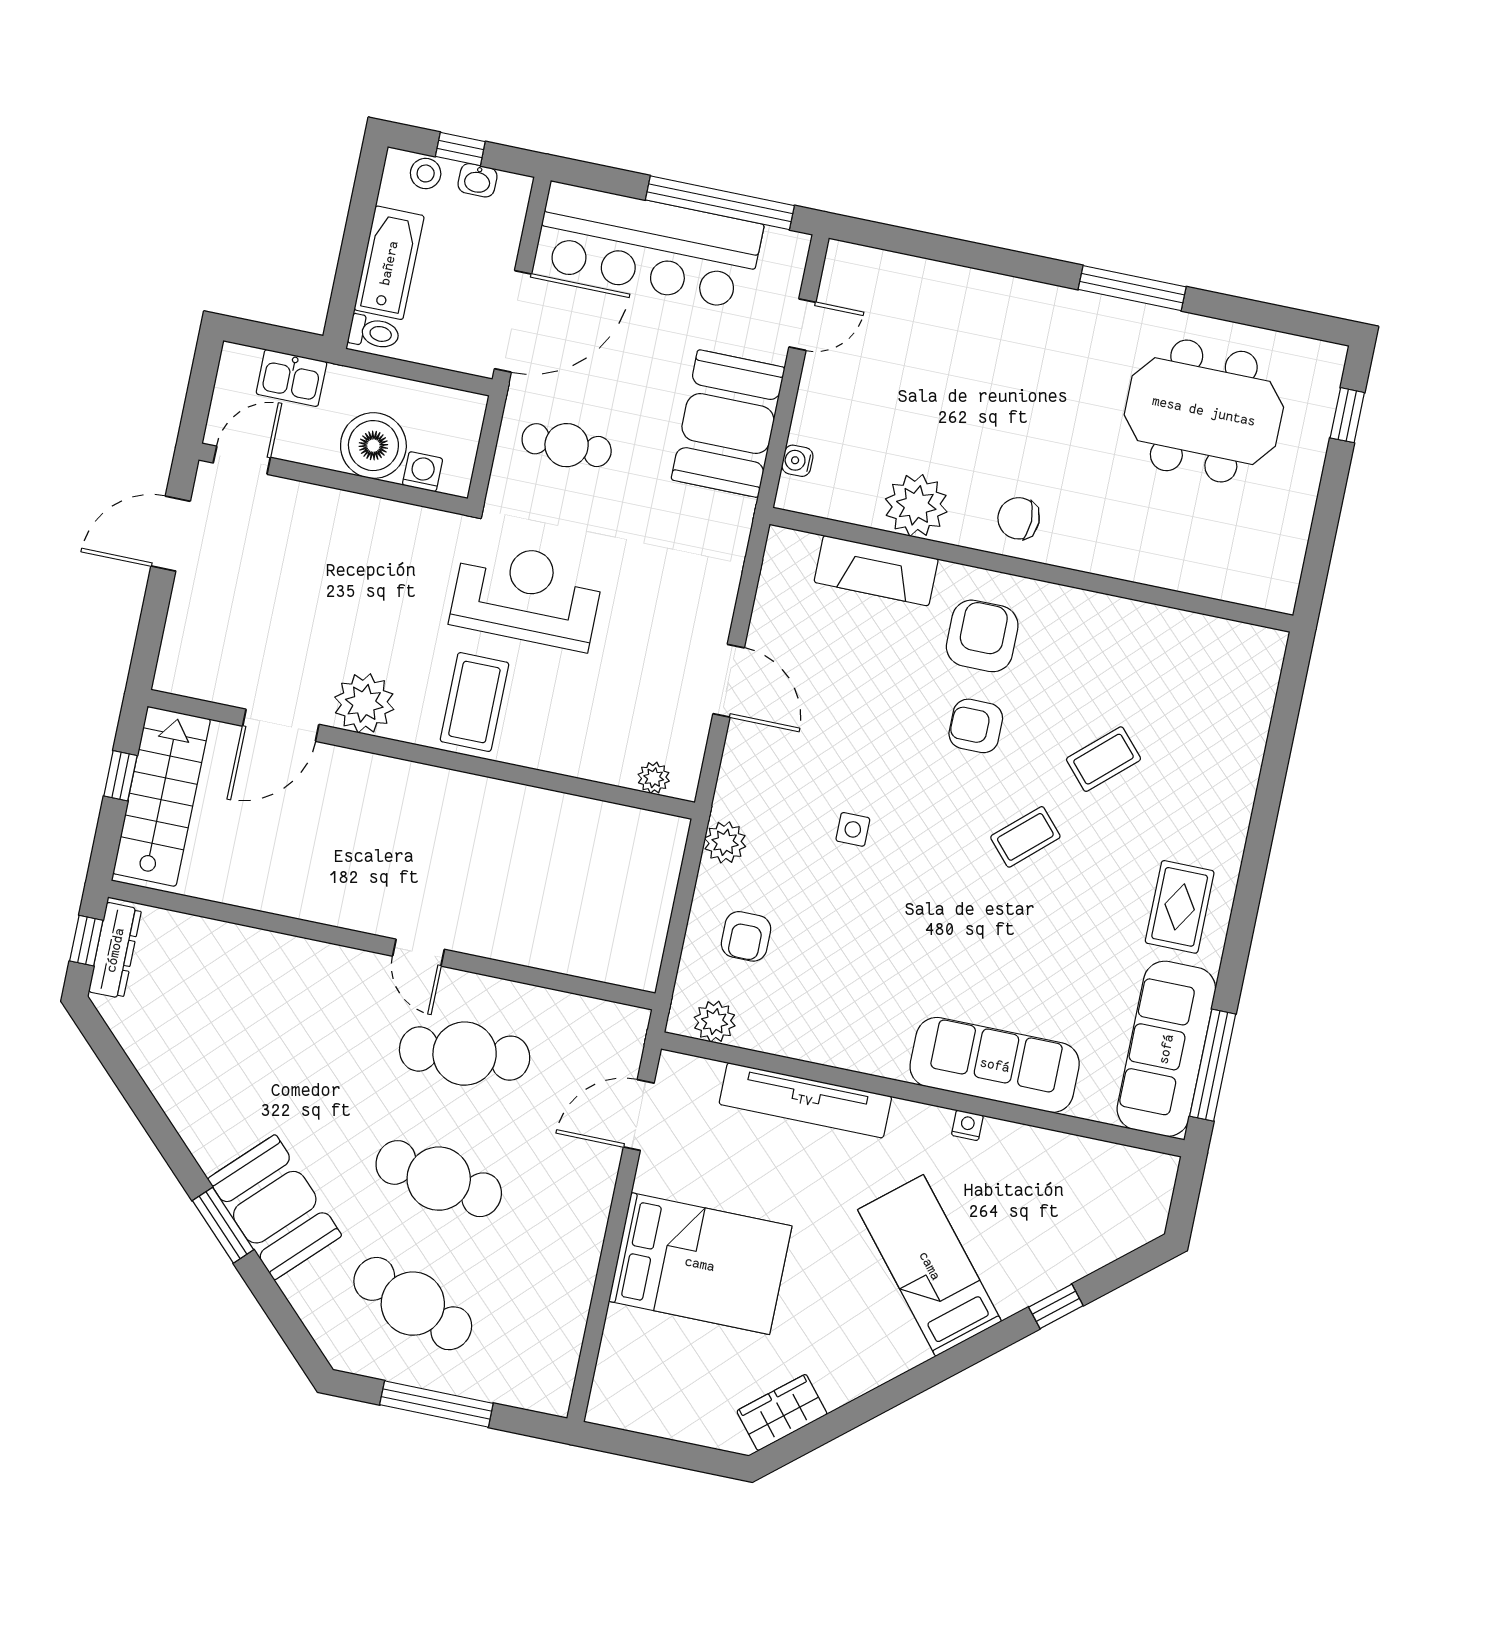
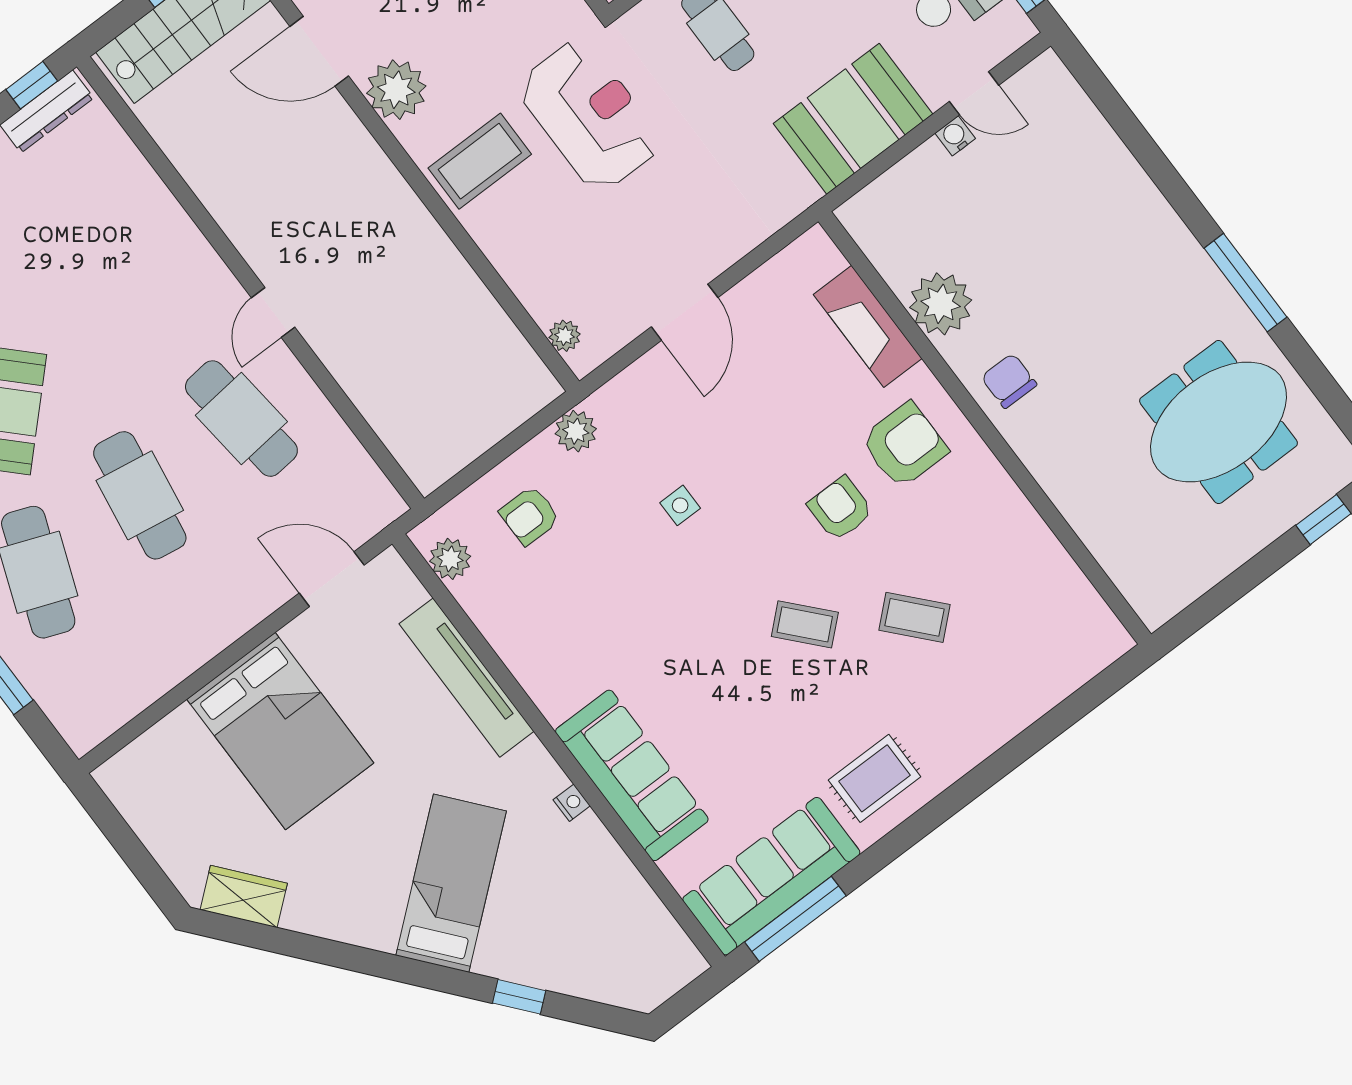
meeting table: (1204, 411) -> (1219, 422), turned 90
water cooler: (797, 461) -> (955, 136), moved

